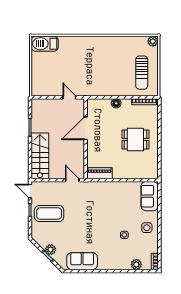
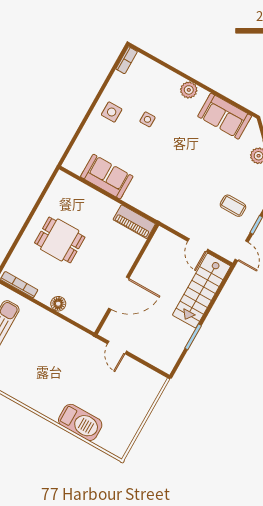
barbecue: (45, 44) -> (80, 422), moved
door: (72, 180) -> (198, 245), moved
sofa: (150, 196) -> (107, 177), moved, turned -90
coffee table: (49, 213) -> (233, 206), width x0.54, depth x0.58
plant: (136, 264) -> (189, 90), moved

